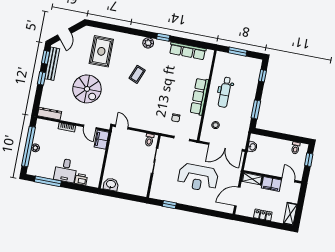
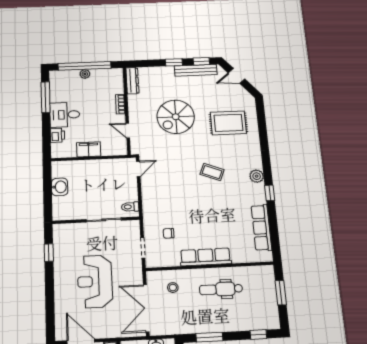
door: (90, 127) -> (128, 131), hinge flipped
filing cabinet: (101, 140) -> (89, 149), moved
washbasin: (111, 184) -> (60, 187), moved

